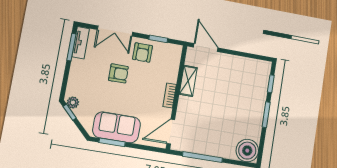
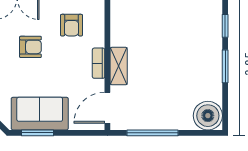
armchair: (143, 52) -> (72, 25), moved
shelving: (188, 81) -> (119, 66), moved

